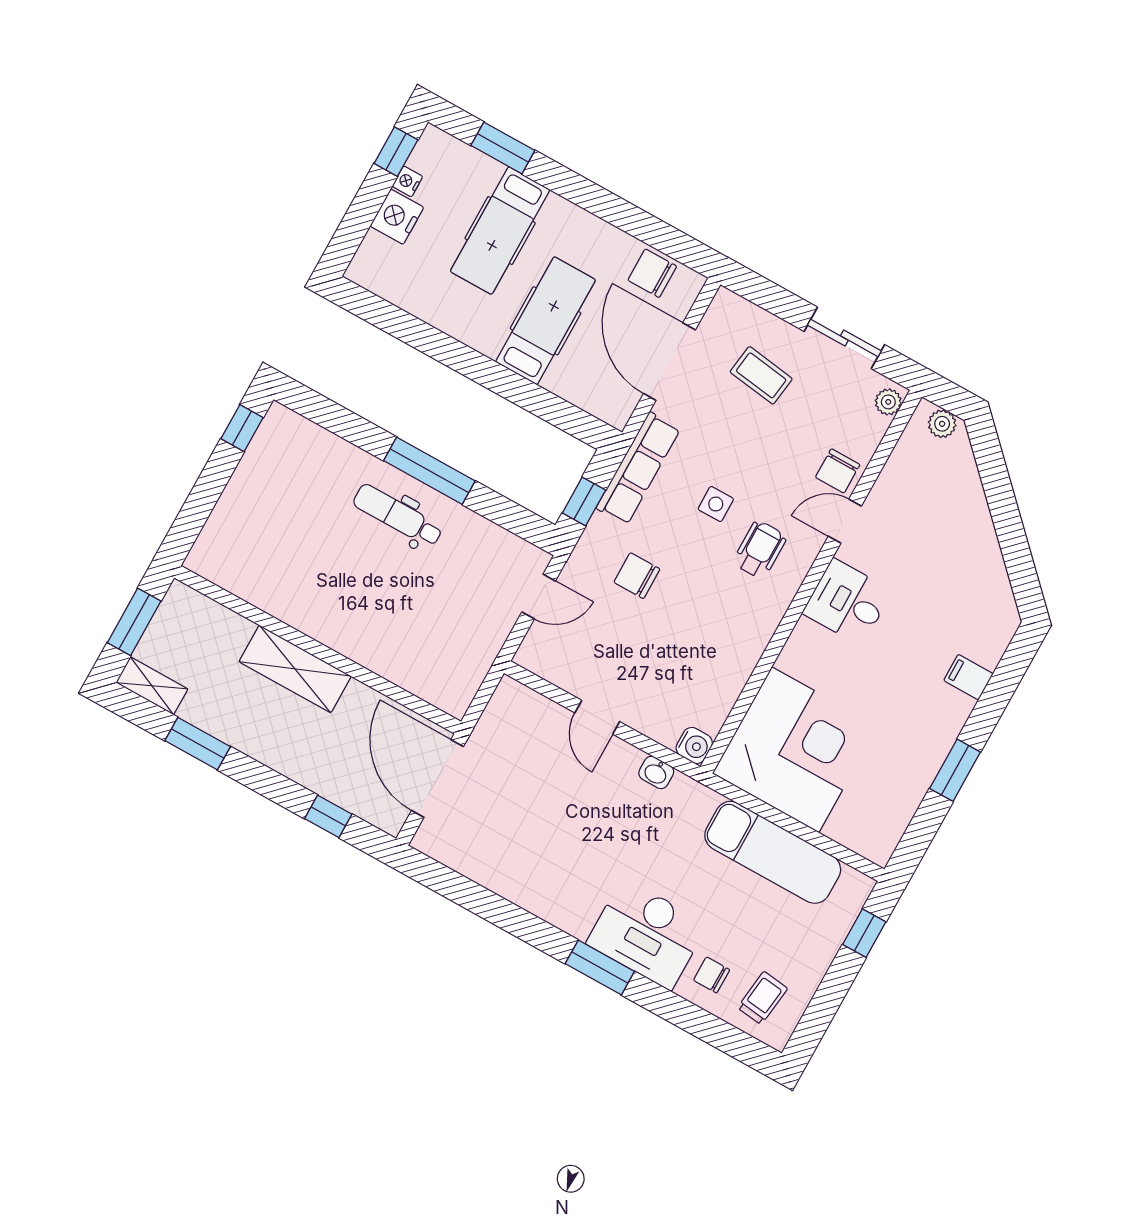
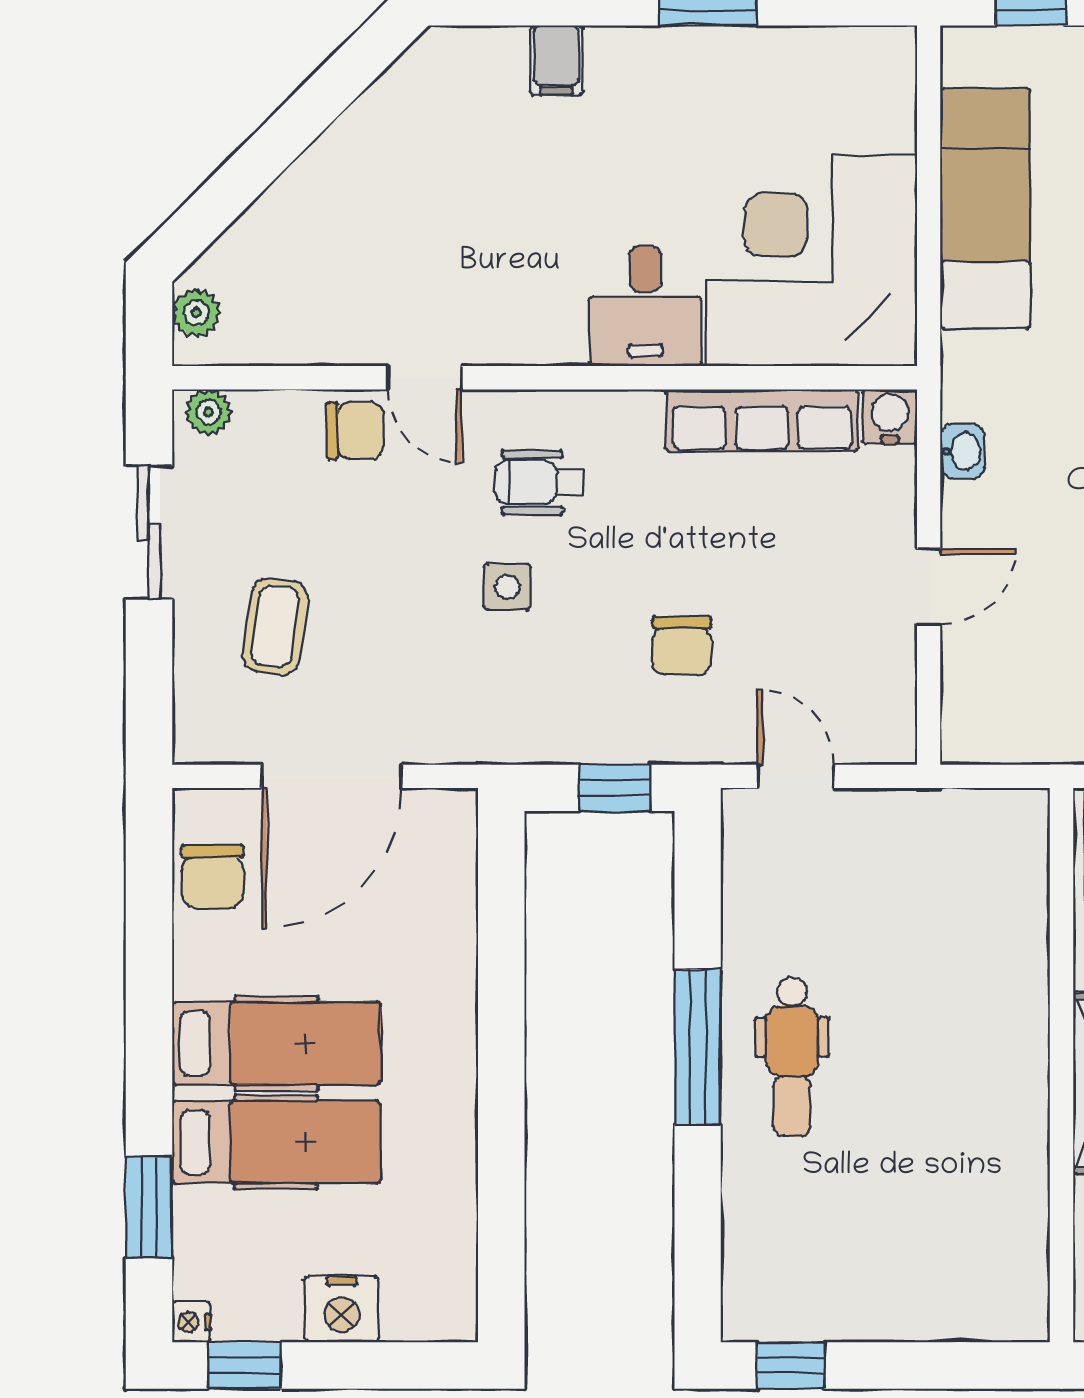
nightstand: (407, 181) -> (191, 1322), moved, turned 90
hospital bed: (546, 321) -> (276, 1043), moved, turned 180
row of seats: (638, 468) -> (762, 420), moved, turned 180
desk: (847, 602) -> (645, 306), moved

